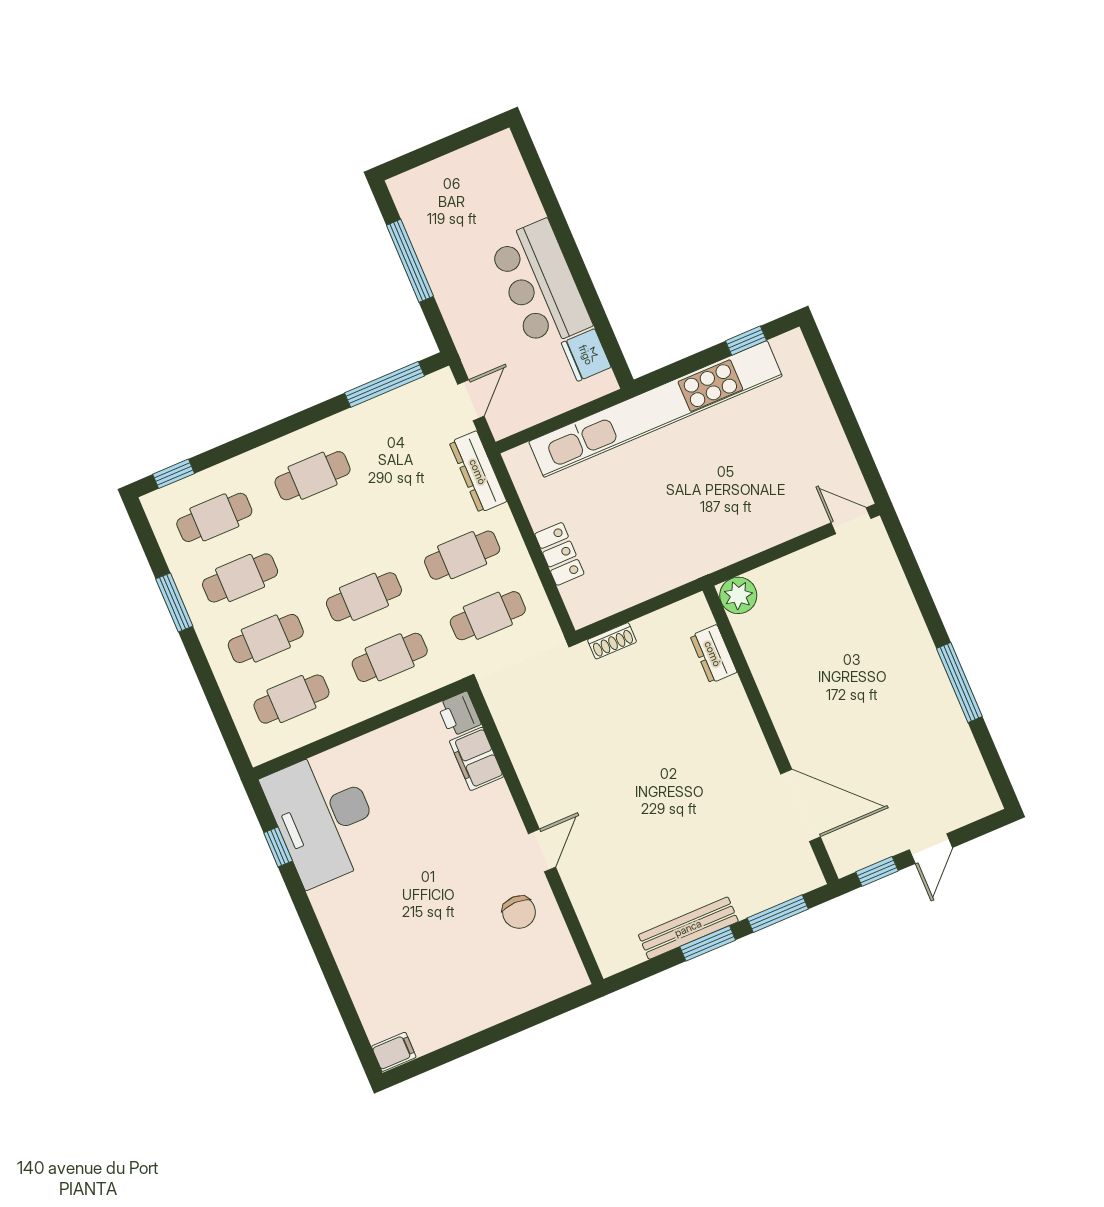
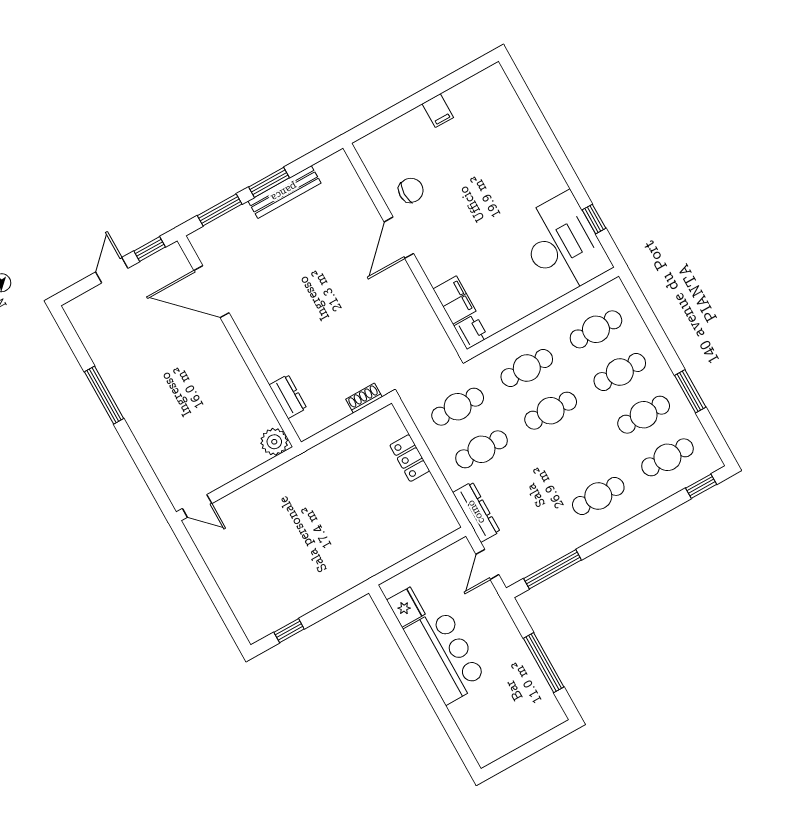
kitchen unit: (656, 409) -> (350, 573), removed
door: (542, 850) -> (399, 238), width x1.38
chair: (519, 912) -> (411, 190), turned 90
filing cabinet: (394, 1052) -> (438, 111), moved, turned -90

